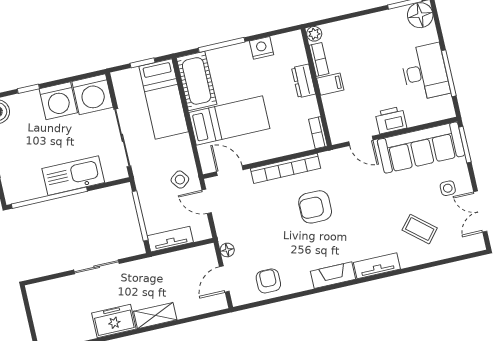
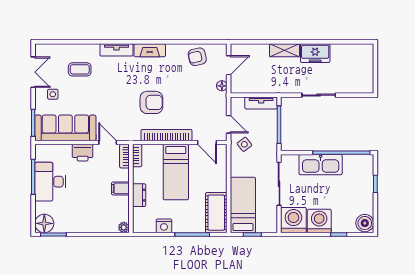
bookcase: (319, 59) -> (124, 156), moved
bed: (229, 121) -> (176, 172), moved, turned -90
coffee table: (420, 229) -> (80, 69), turned -40
armchair: (268, 281) -> (197, 57), turned 77

